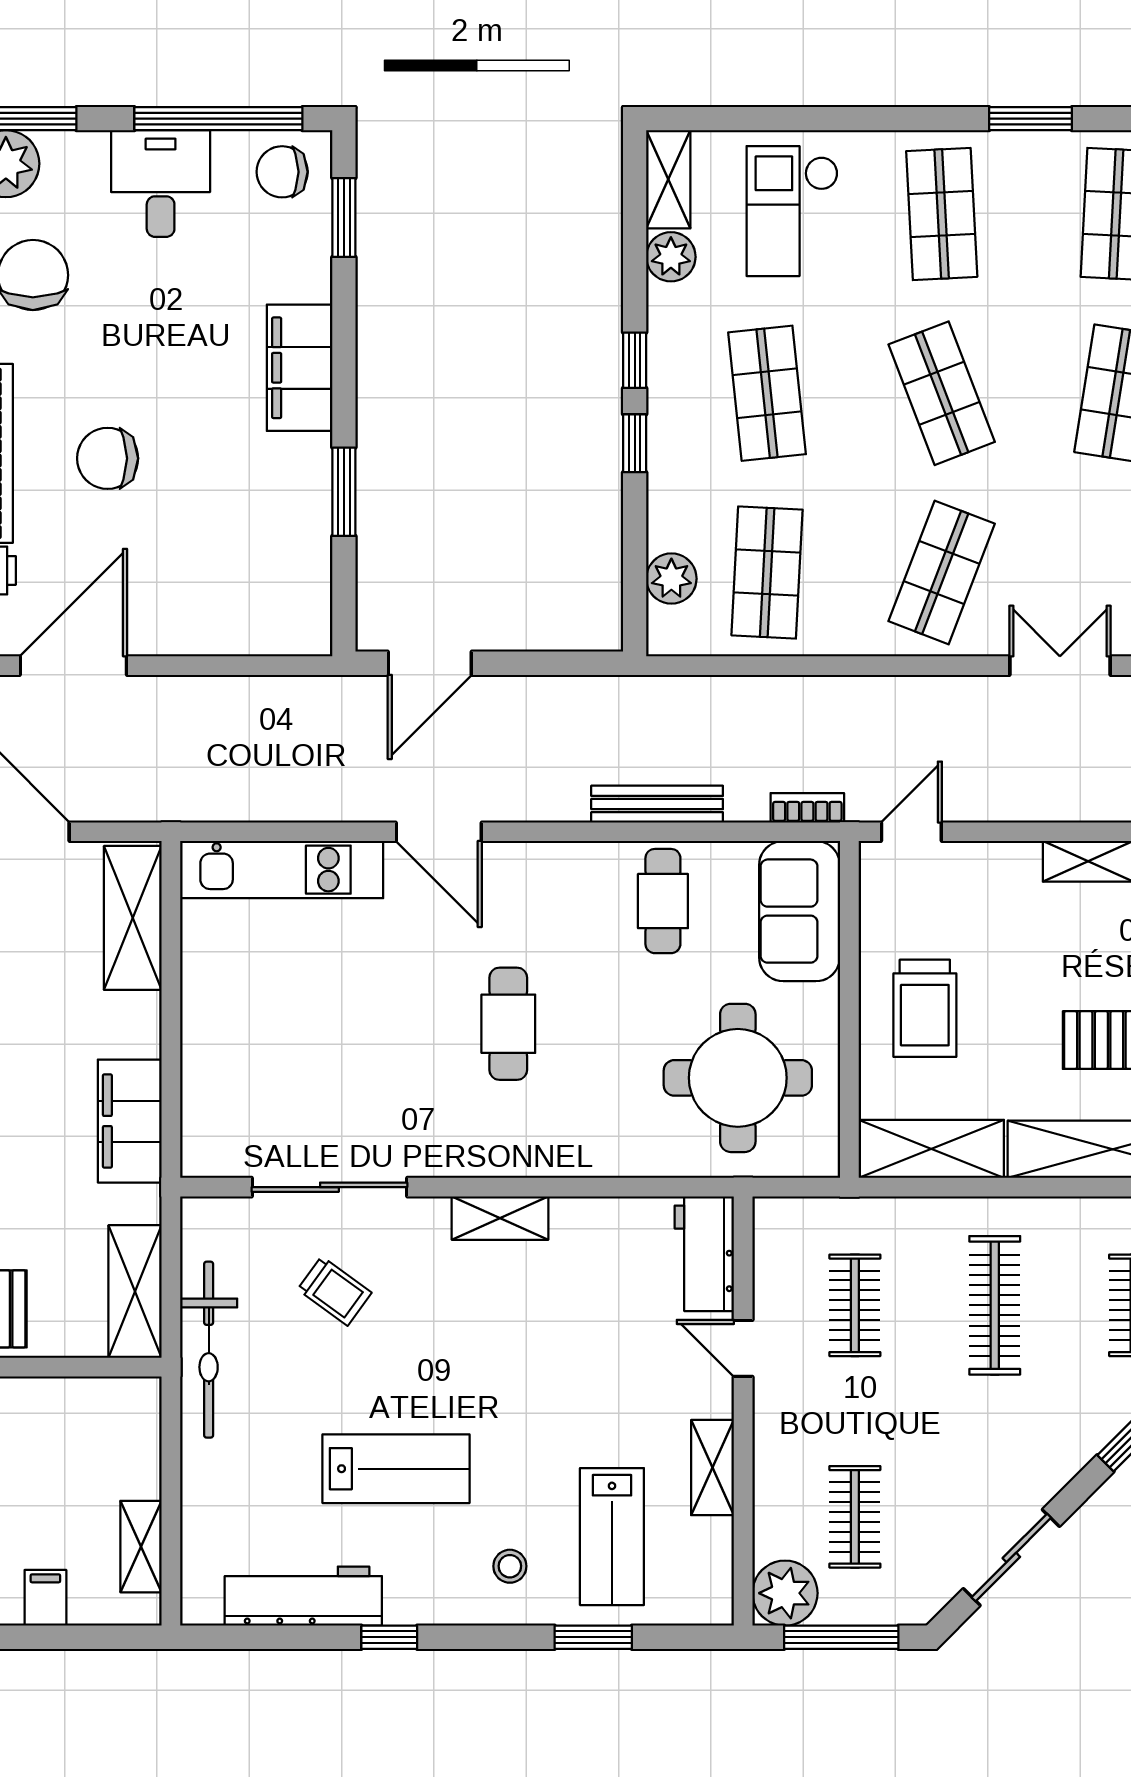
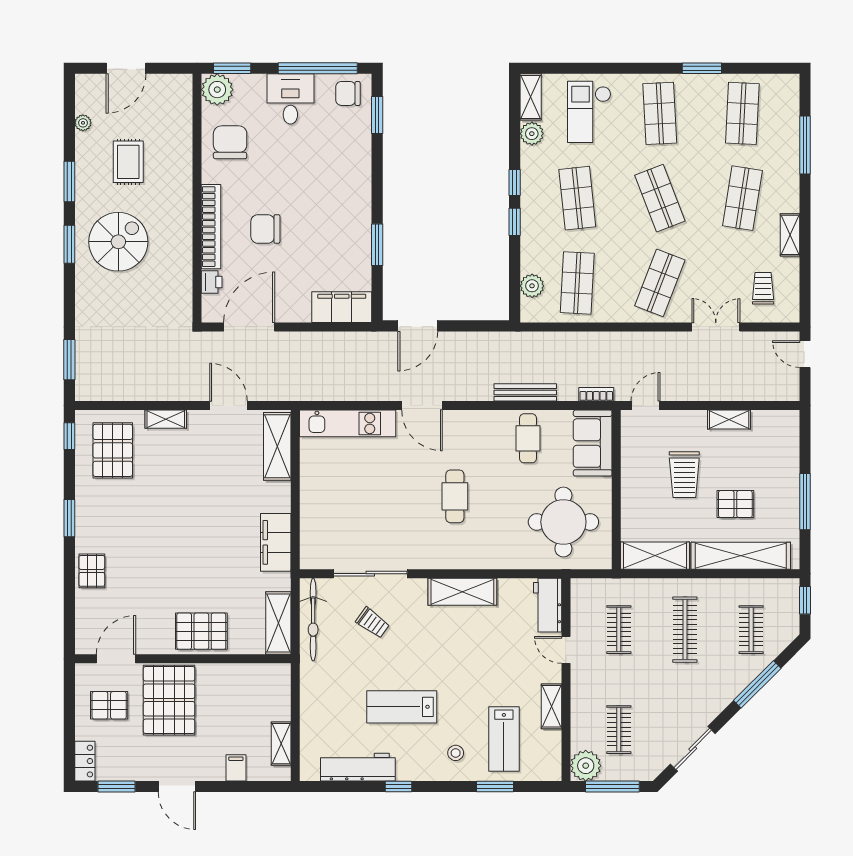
filing cabinet: (300, 368) -> (342, 307), moved, turned 90
trolley: (925, 1008) -> (684, 475), moved
shelving: (500, 1218) -> (462, 592), width x1.50, depth x1.33
bicycle: (209, 1350) -> (313, 620), moved
lab bench: (396, 1469) -> (402, 707), turned 180

